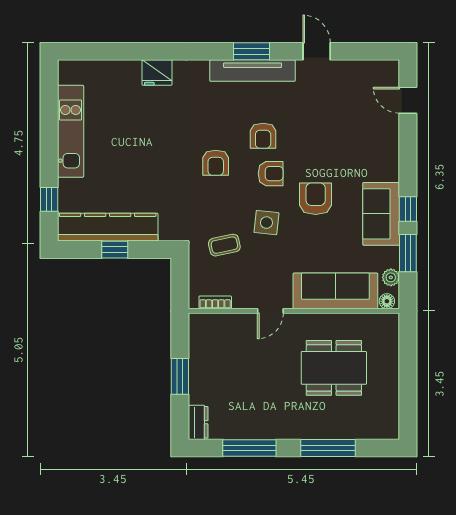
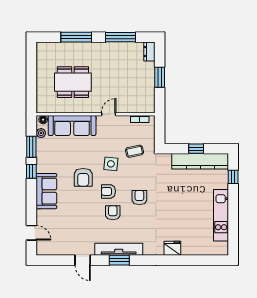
sofa: (381, 214) -> (46, 191), moved

